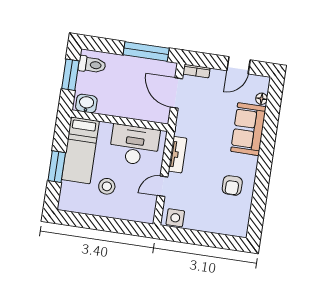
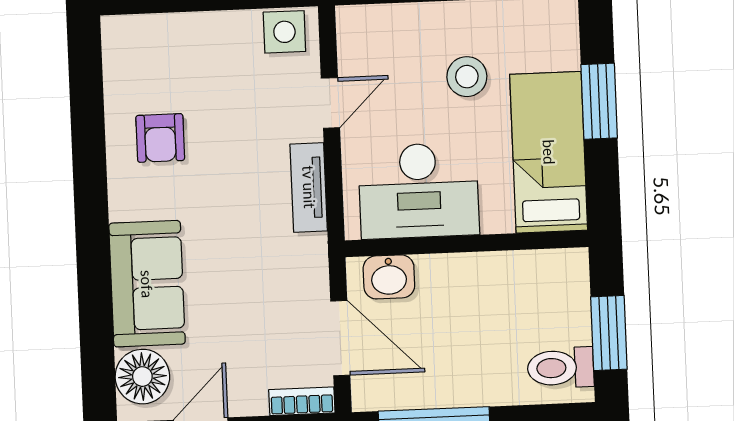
floor lamp: (262, 99) -> (142, 377), width x1.89, depth x1.89
washbasin: (86, 104) -> (389, 277), moved
armchair: (232, 185) -> (160, 138), turned 180

